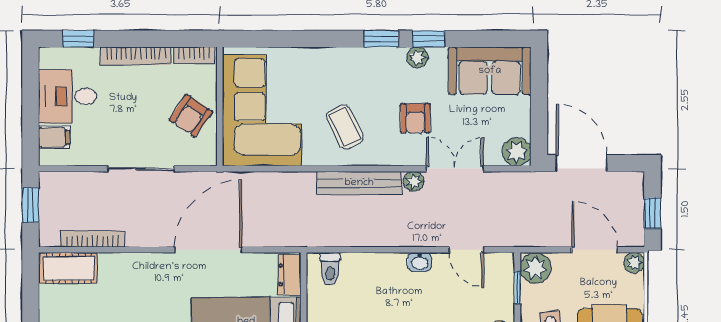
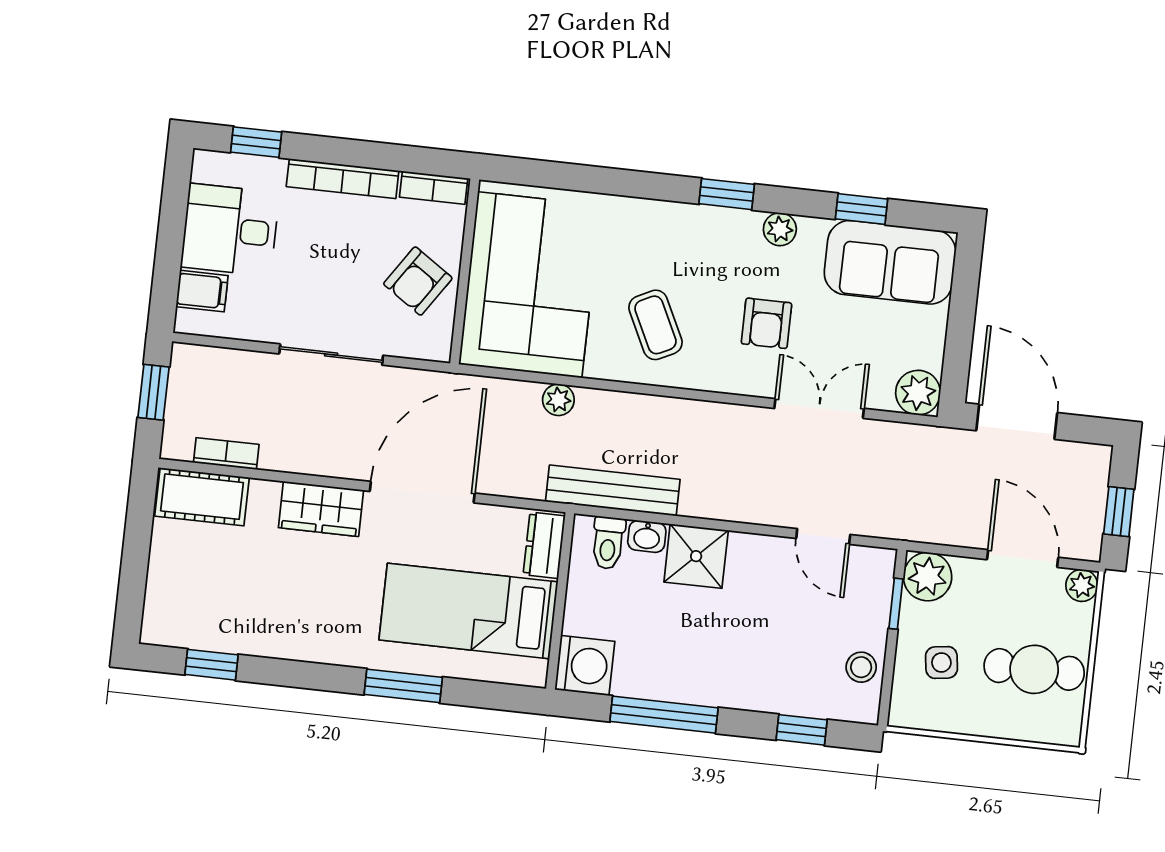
window: (429, 39) -> (861, 209), moved
plant: (414, 181) -> (558, 400), moved
bench: (359, 183) -> (613, 490), moved
bookcase: (92, 239) -> (226, 454), width x0.64
washbasin: (420, 262) -> (647, 536), moved
wardrobe: (145, 267) -> (321, 509), added
shower: (387, 271) -> (696, 556), added

